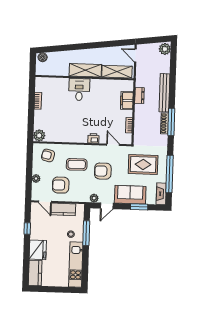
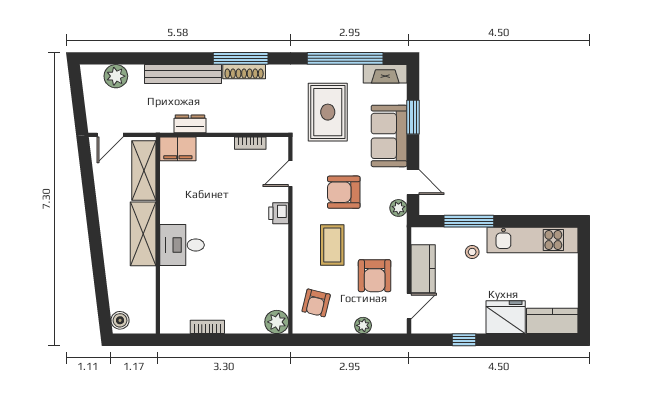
plant: (165, 49) -> (116, 76), moved
filing cabinet: (127, 100) -> (178, 149), moved
armchair: (103, 171) -> (344, 192), turned 90

